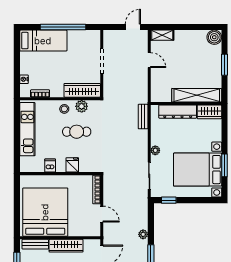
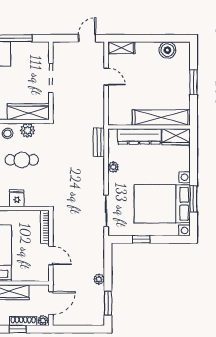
boiler: (214, 37) -> (167, 50), moved
plant: (155, 150) -> (113, 167), moved
window: (169, 200) -> (141, 239), moved

